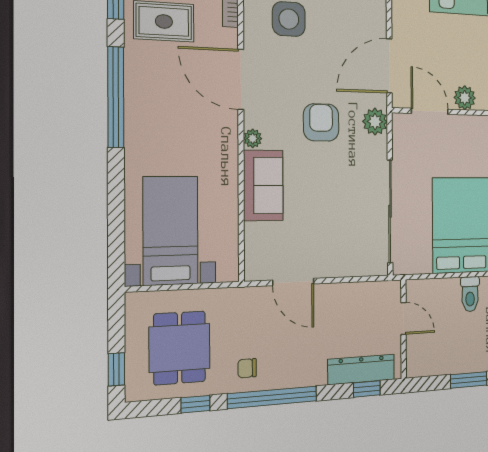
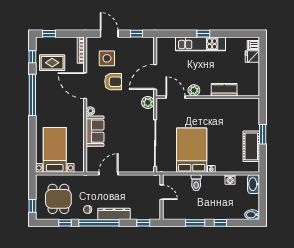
armchair: (321, 122) -> (113, 82), moved, turned 90
door: (293, 282) -> (109, 173), swing flipped
dresser: (361, 369) -> (114, 214), moved

